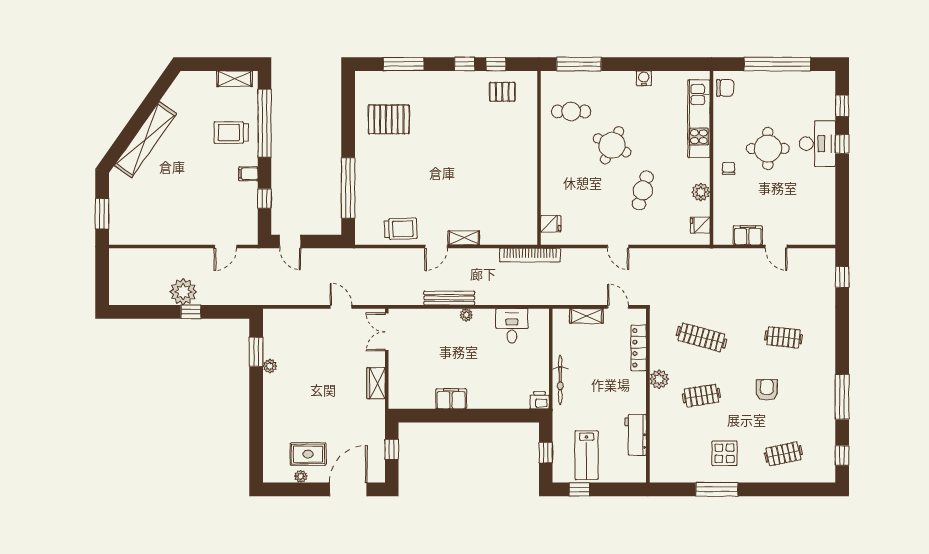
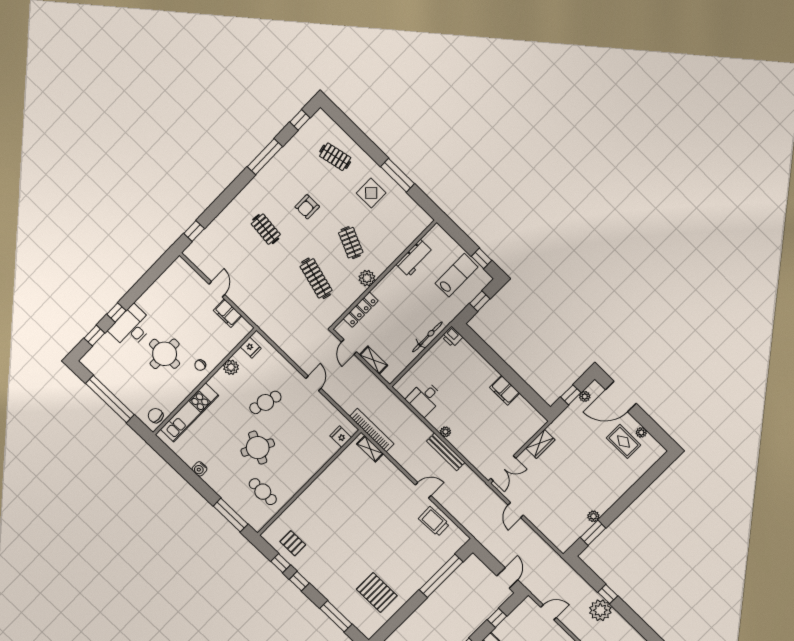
shelving: (464, 238) -> (370, 449), moved
clothes rail: (701, 396) -> (351, 243), turned 33
plant: (379, 460) -> (585, 396), added

